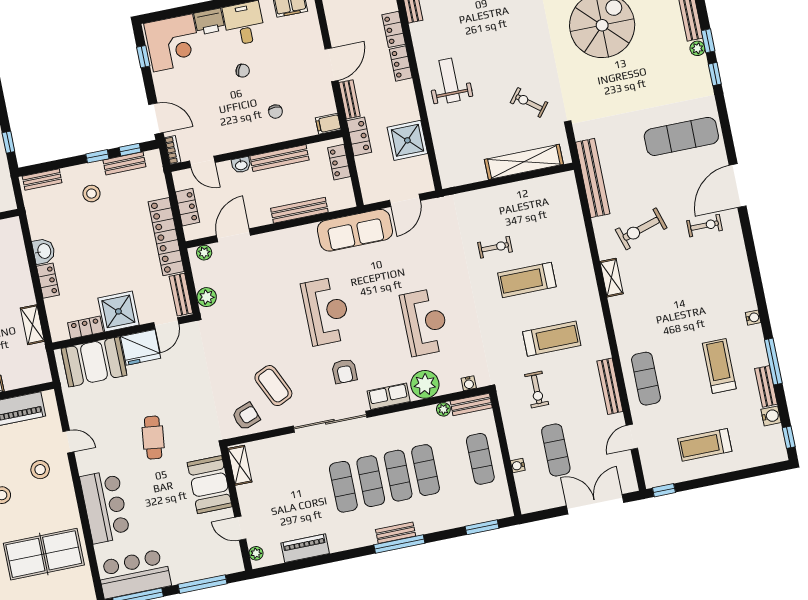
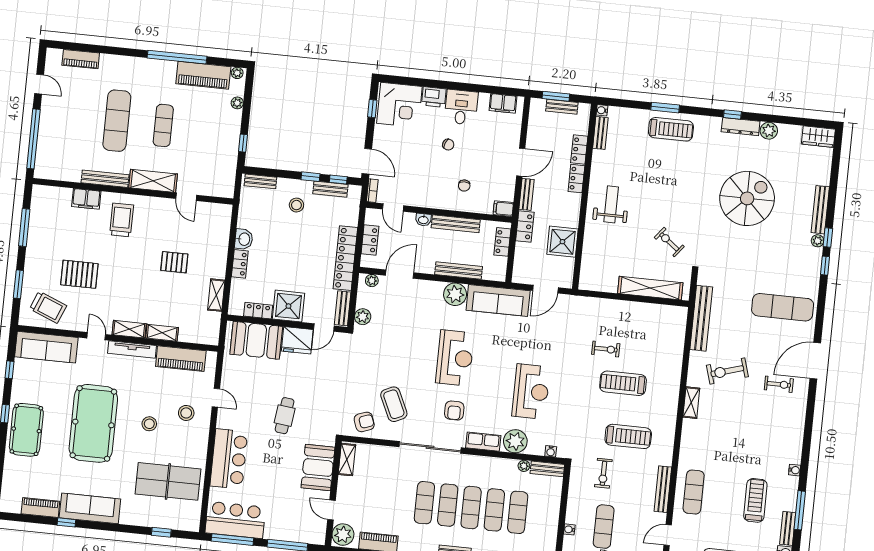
plant: (304, 239) -> (455, 294), added
exercise mat: (480, 459) -> (518, 512), moved
plant: (256, 553) -> (343, 535), width x1.87, depth x1.87

